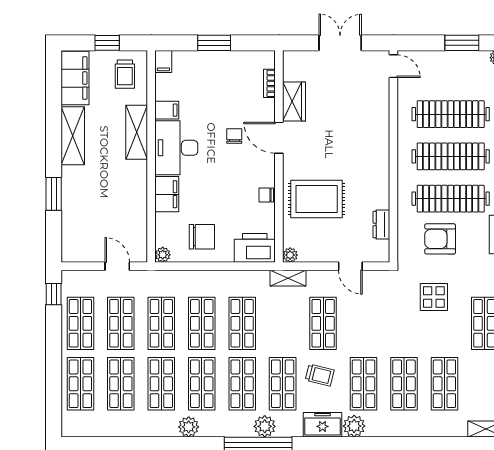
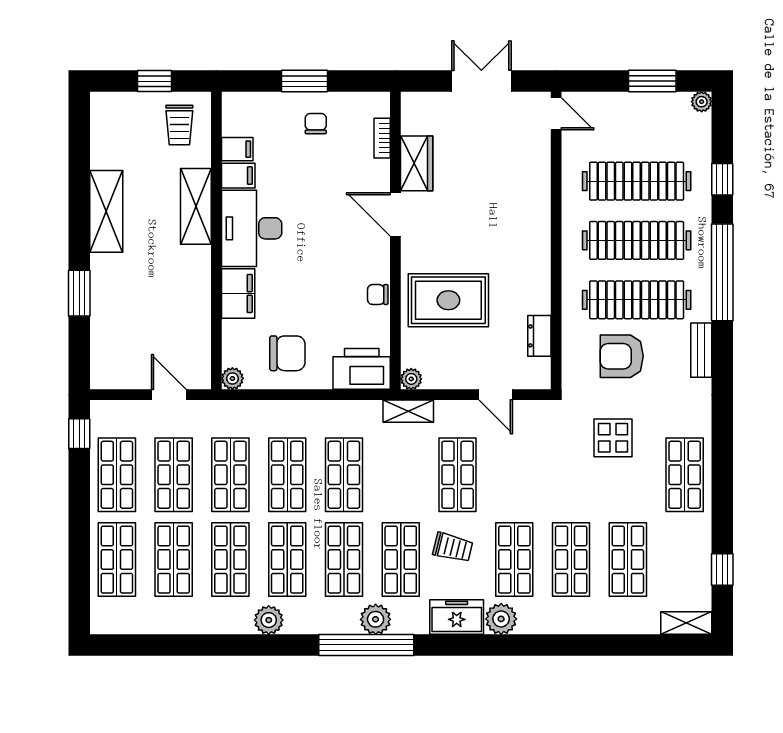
filing cabinet: (163, 62) -> (237, 149), moved, turned -90
filing cabinet: (75, 78) -> (109, 131), removed
chair: (234, 136) -> (316, 124), moved

